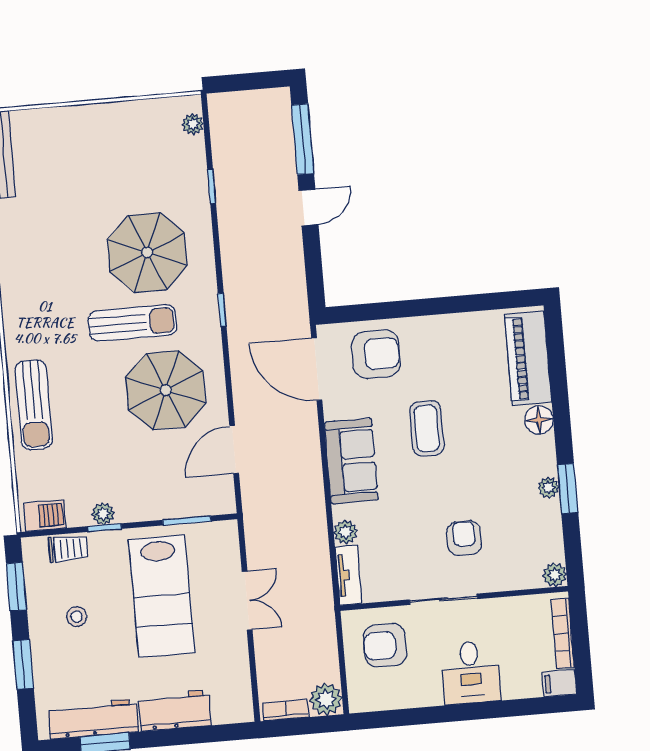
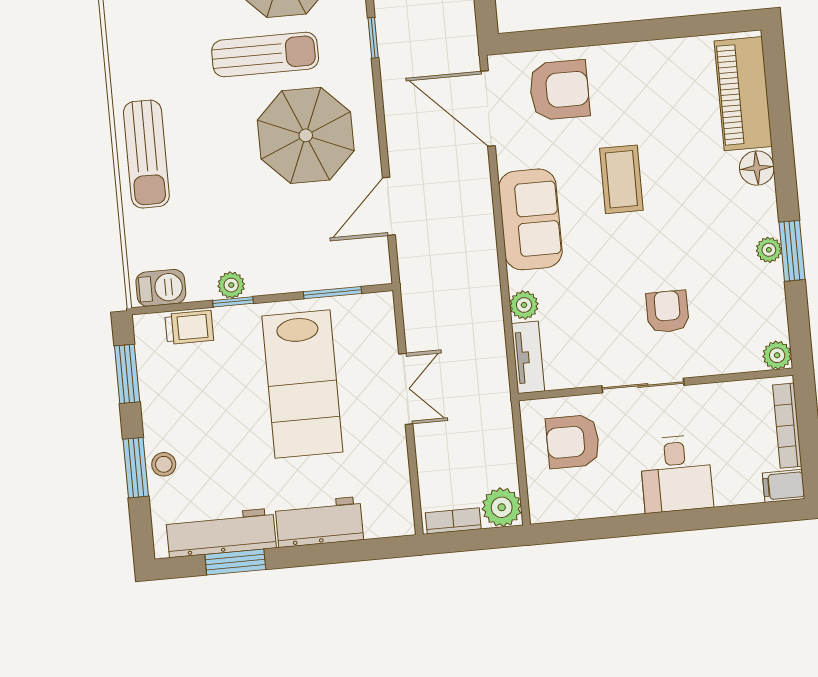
stool: (77, 617) -> (164, 464), moved

